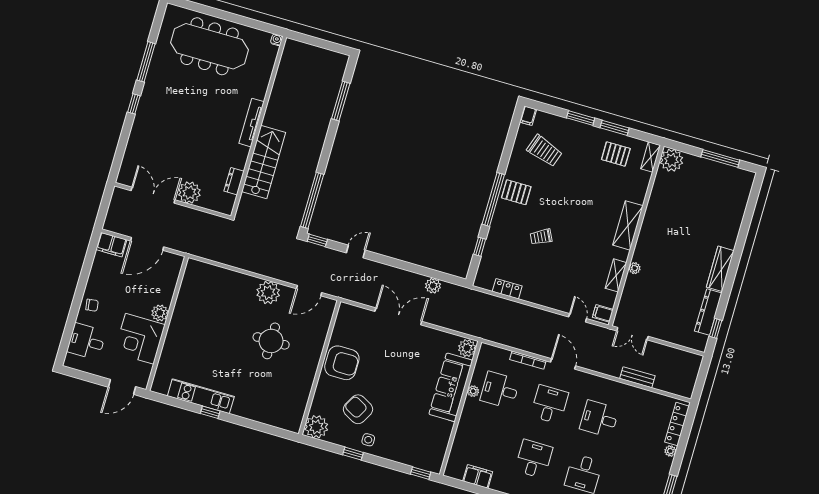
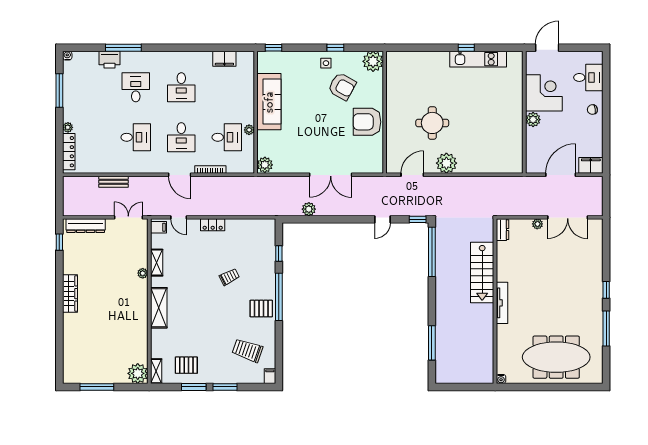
dresser: (234, 181) -> (502, 230), moved
plant: (189, 193) -> (537, 224), width x0.53, depth x0.53
locker: (507, 289) -> (213, 225), moved
dresser: (708, 312) -> (86, 226), moved, turned 90
sofa: (451, 387) -> (269, 102), moved

